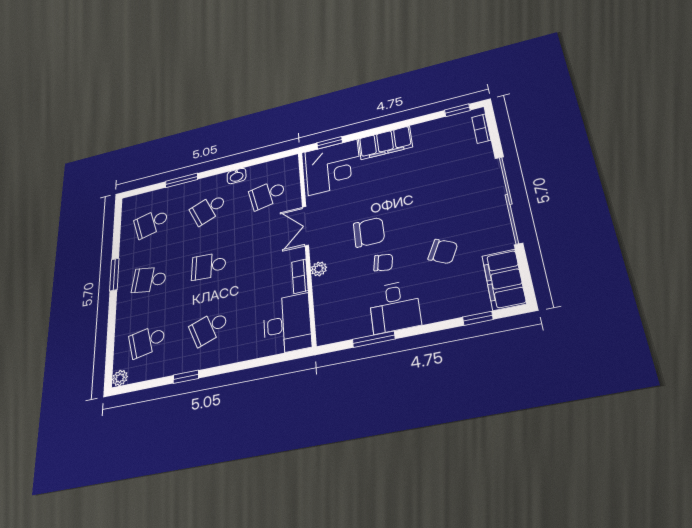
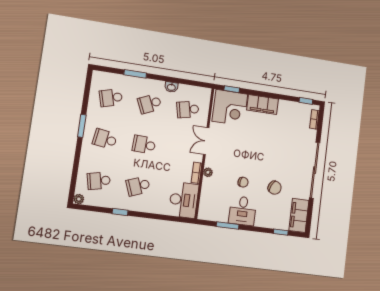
chair: (369, 232) -> (240, 160), removed

